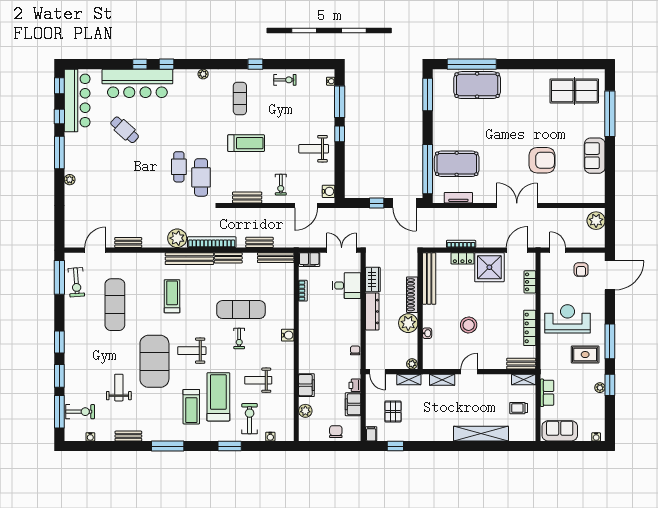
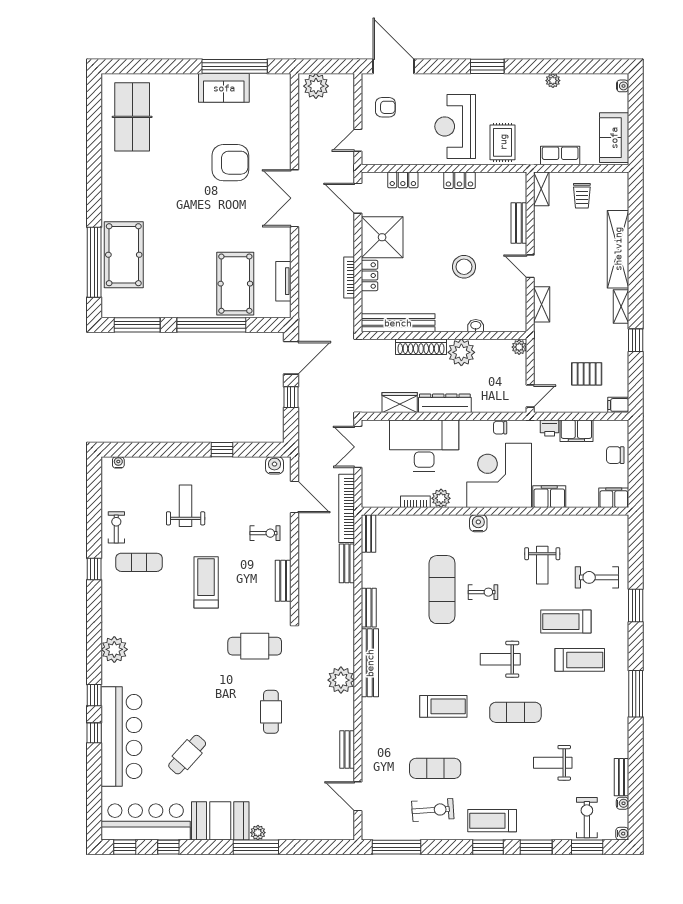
plant: (203, 74) -> (114, 649), width x1.88, depth x1.88
exercise mat: (240, 98) -> (139, 562), moved
window: (340, 102) -> (148, 450), removed
window: (610, 114) -> (235, 66), moved
window: (340, 134) -> (222, 450), moved
weight bench: (314, 149) -> (186, 506), moved, turned 180
window: (59, 153) -> (256, 847), moved
booth: (78, 153) -> (220, 821), added
armchair: (542, 160) -> (230, 163), turned 90
cafe table: (179, 167) -> (271, 712), moved, turned 90
window: (428, 169) -> (211, 325), moved
bookcase: (212, 242) -> (347, 508), moved
bench: (276, 258) -> (369, 534), width x0.73
filing cabinet: (309, 260) -> (614, 498), moved, turned -90
exercise bike: (76, 282) -> (433, 810), moved
desk: (347, 286) -> (424, 446), width x1.87, depth x1.30
treadmill: (172, 296) -> (443, 706), moved, turned 180
exercise mat: (115, 305) -> (435, 768), width x0.73, depth x0.69
locker: (530, 328) -> (459, 180), width x0.66
window: (610, 341) -> (487, 66), width x0.69
treadmill: (78, 345) -> (492, 821), added
corner desk: (321, 350) -> (499, 475), added
weight bench: (192, 351) -> (500, 659), turned 90
rug: (585, 355) -> (503, 142), moved
exercise mat: (154, 361) -> (515, 712), width x0.50, depth x0.69
bench: (521, 364) -> (519, 223), moved
shelving: (409, 379) -> (621, 306), moved
window: (610, 385) -> (549, 66), removed
treadmill: (218, 397) -> (566, 622), width x0.73, depth x0.73
plant: (305, 411) -> (441, 498), moved
window: (59, 412) -> (587, 847), width x0.69
bench: (128, 436) -> (621, 777), moved
water cooler: (270, 437) -> (622, 834), moved
window: (395, 446) -> (636, 340), moved

